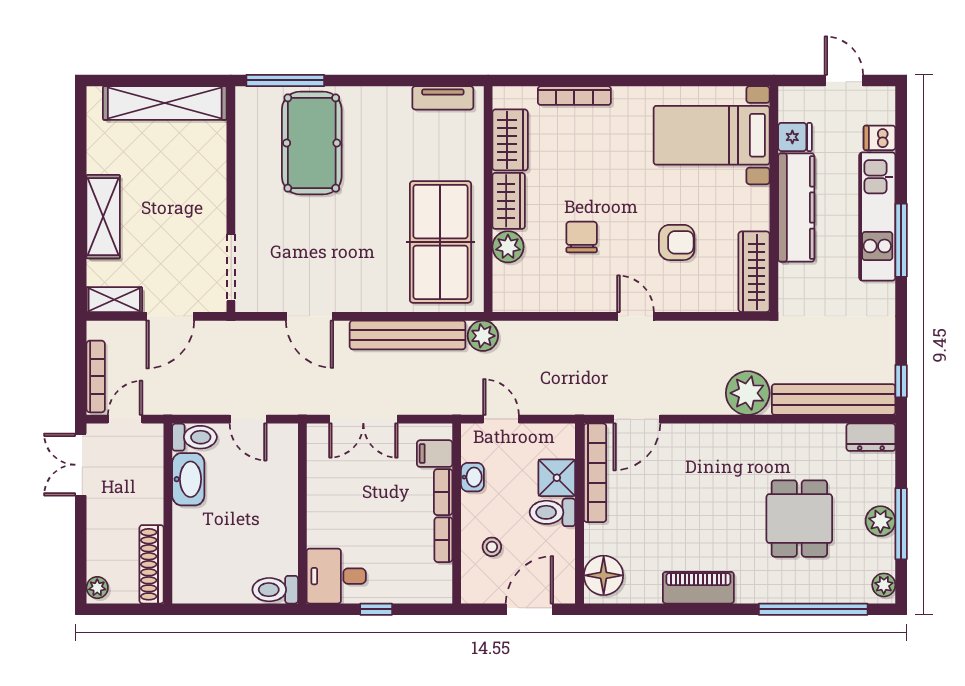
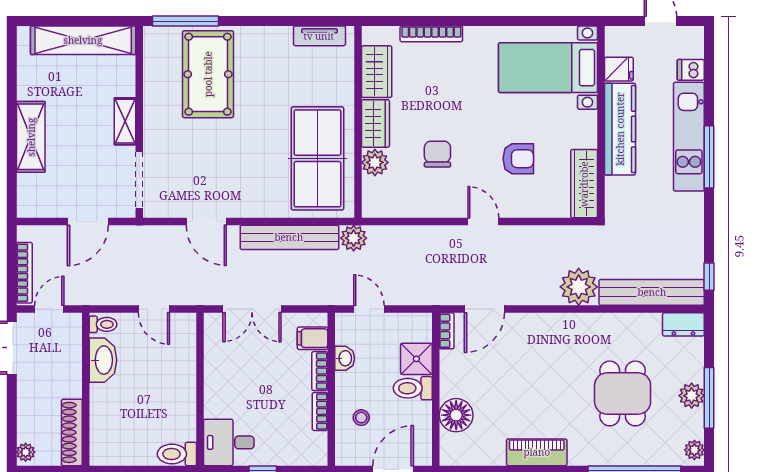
shelving: (114, 300) -> (125, 121), moved, turned 90
toilet: (194, 437) -> (103, 324), width x0.73, depth x0.72
bookcase: (595, 473) -> (447, 331), width x0.43, depth x0.76
floor lamp: (604, 575) -> (456, 415), moved

